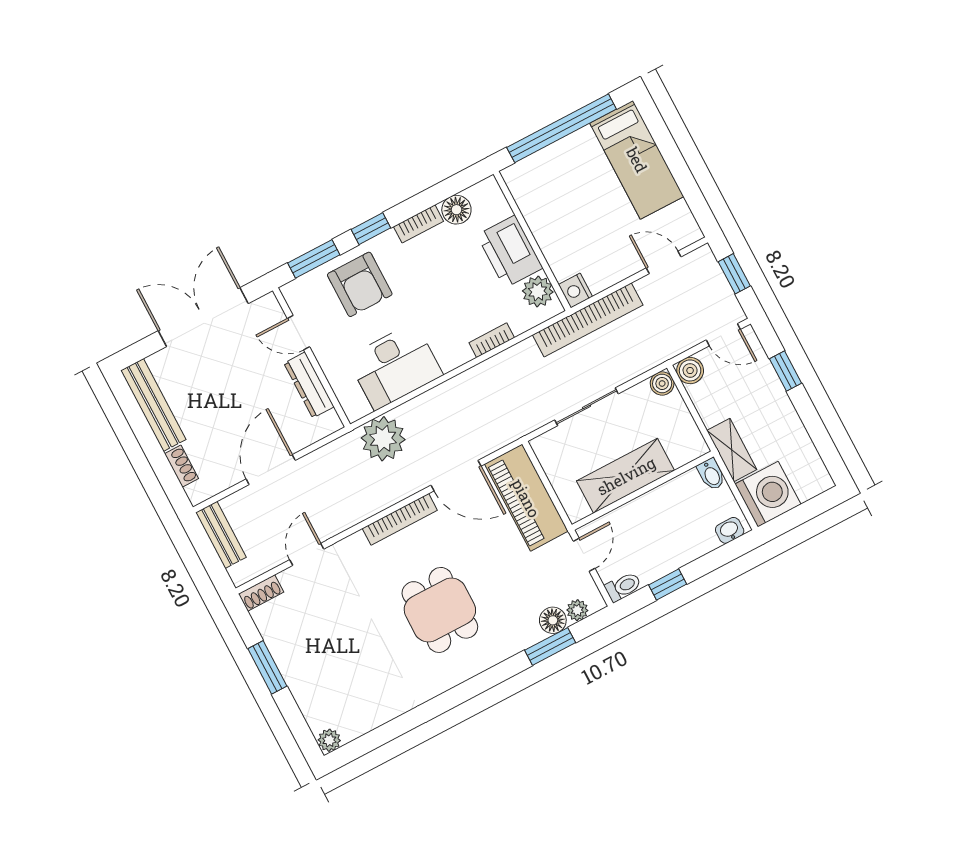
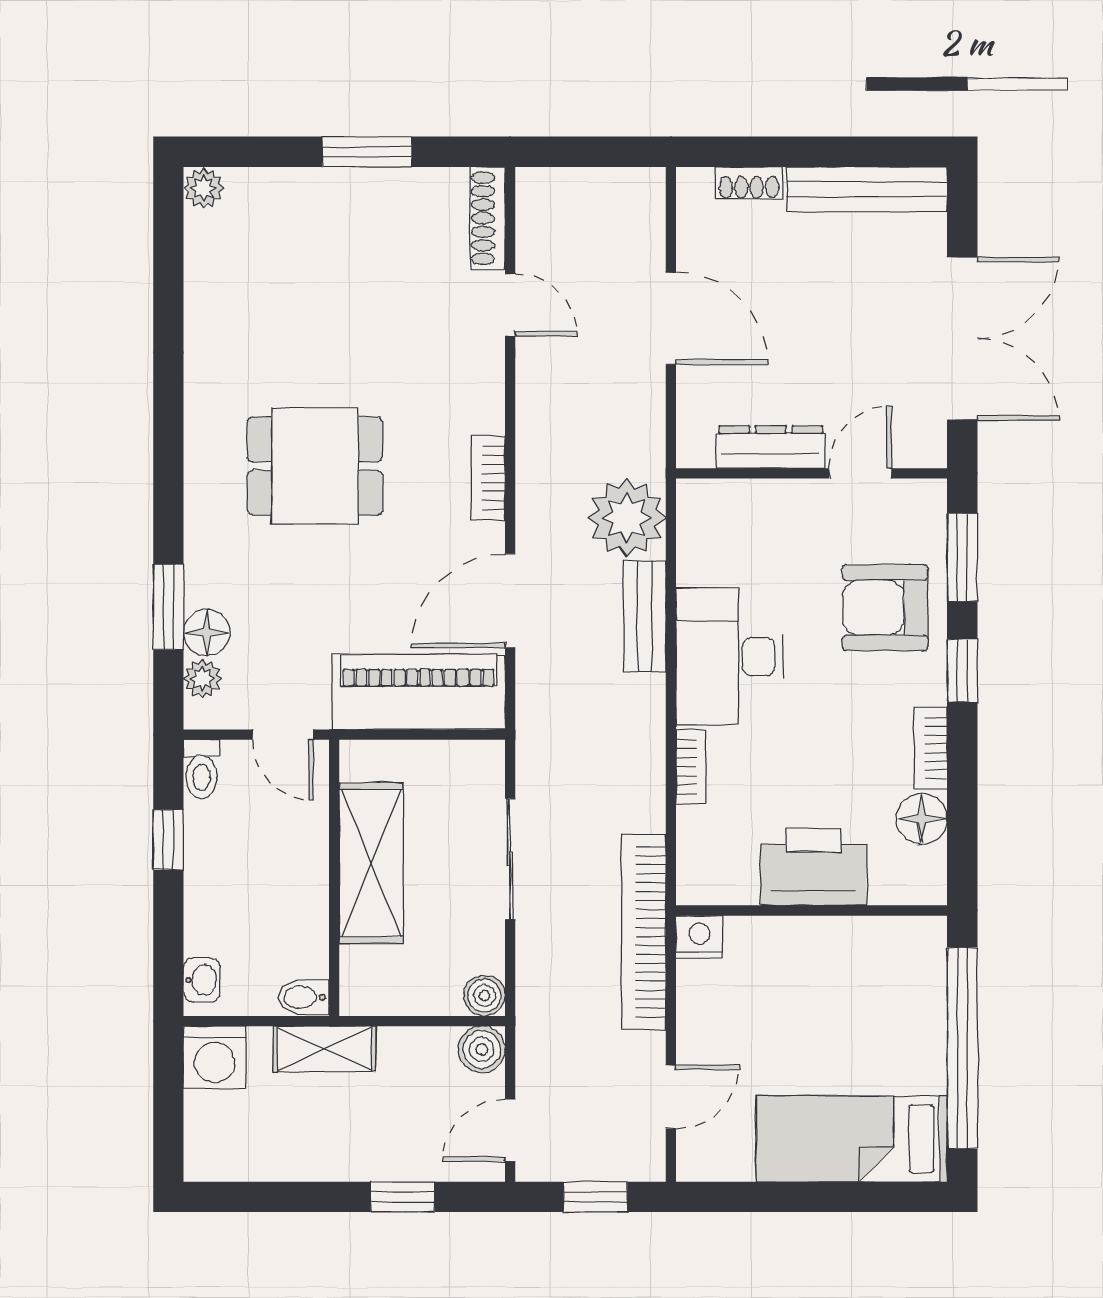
plant: (538, 291) -> (729, 878), removed
desk: (395, 366) -> (730, 657), moved
washing machine: (768, 494) -> (215, 1057), width x0.73, depth x0.73
bookcase: (400, 519) -> (488, 478), width x0.64
bench: (221, 535) -> (645, 616), moved, turned 90
shoe rack: (261, 593) -> (488, 218), width x1.43

